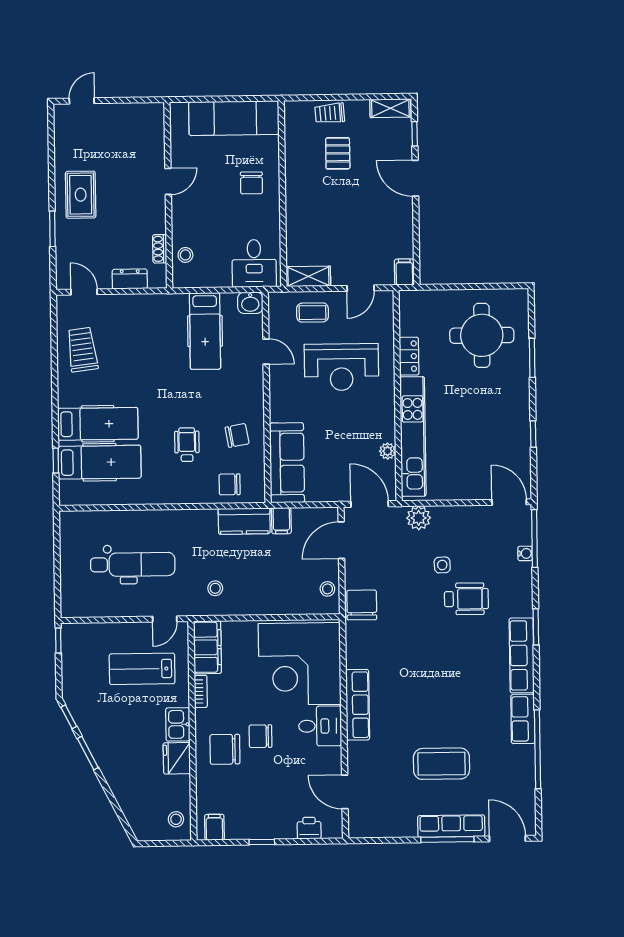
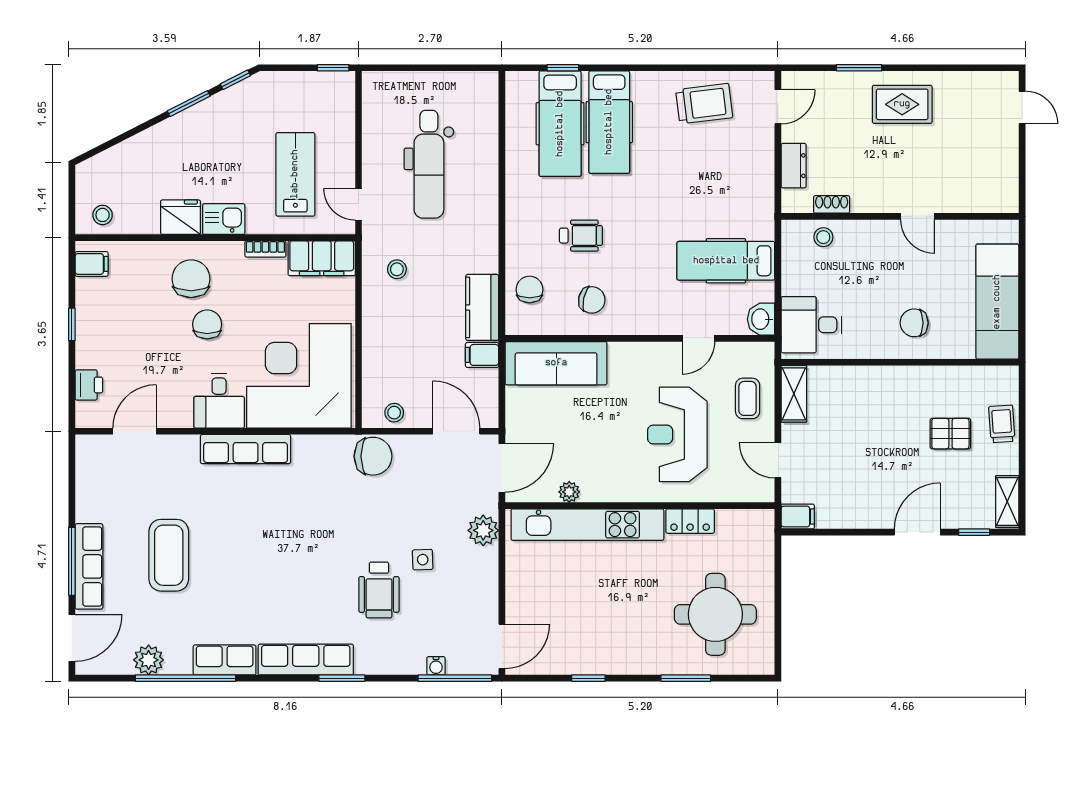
chair: (237, 435) -> (592, 300), turned -67
plant: (524, 778) -> (149, 660), added

